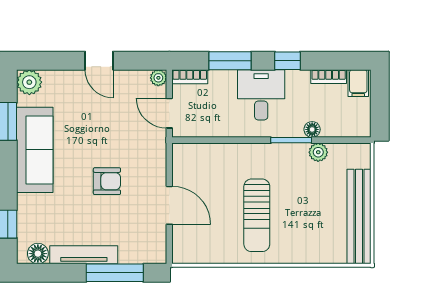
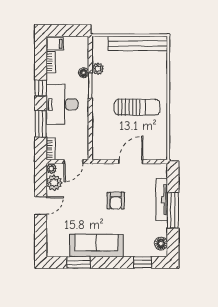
plant: (29, 82) -> (54, 183), moved
desk: (261, 95) -> (62, 104), width x1.37
armchair: (107, 181) -> (116, 201), turned 180
tv unit: (84, 255) -> (162, 200), moved
window: (115, 273) -> (173, 210), moved

